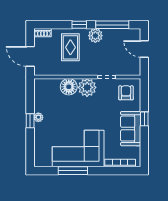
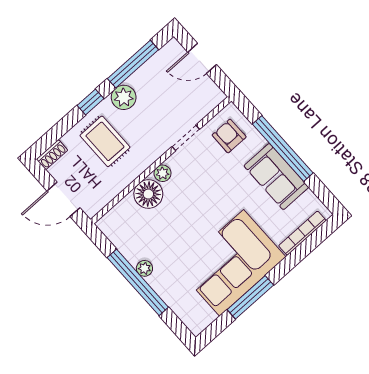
plant: (87, 87) -> (163, 173), width x0.53, depth x0.53
window: (144, 119) -> (283, 149), width x3.17
window: (30, 121) -> (138, 282), width x3.17

